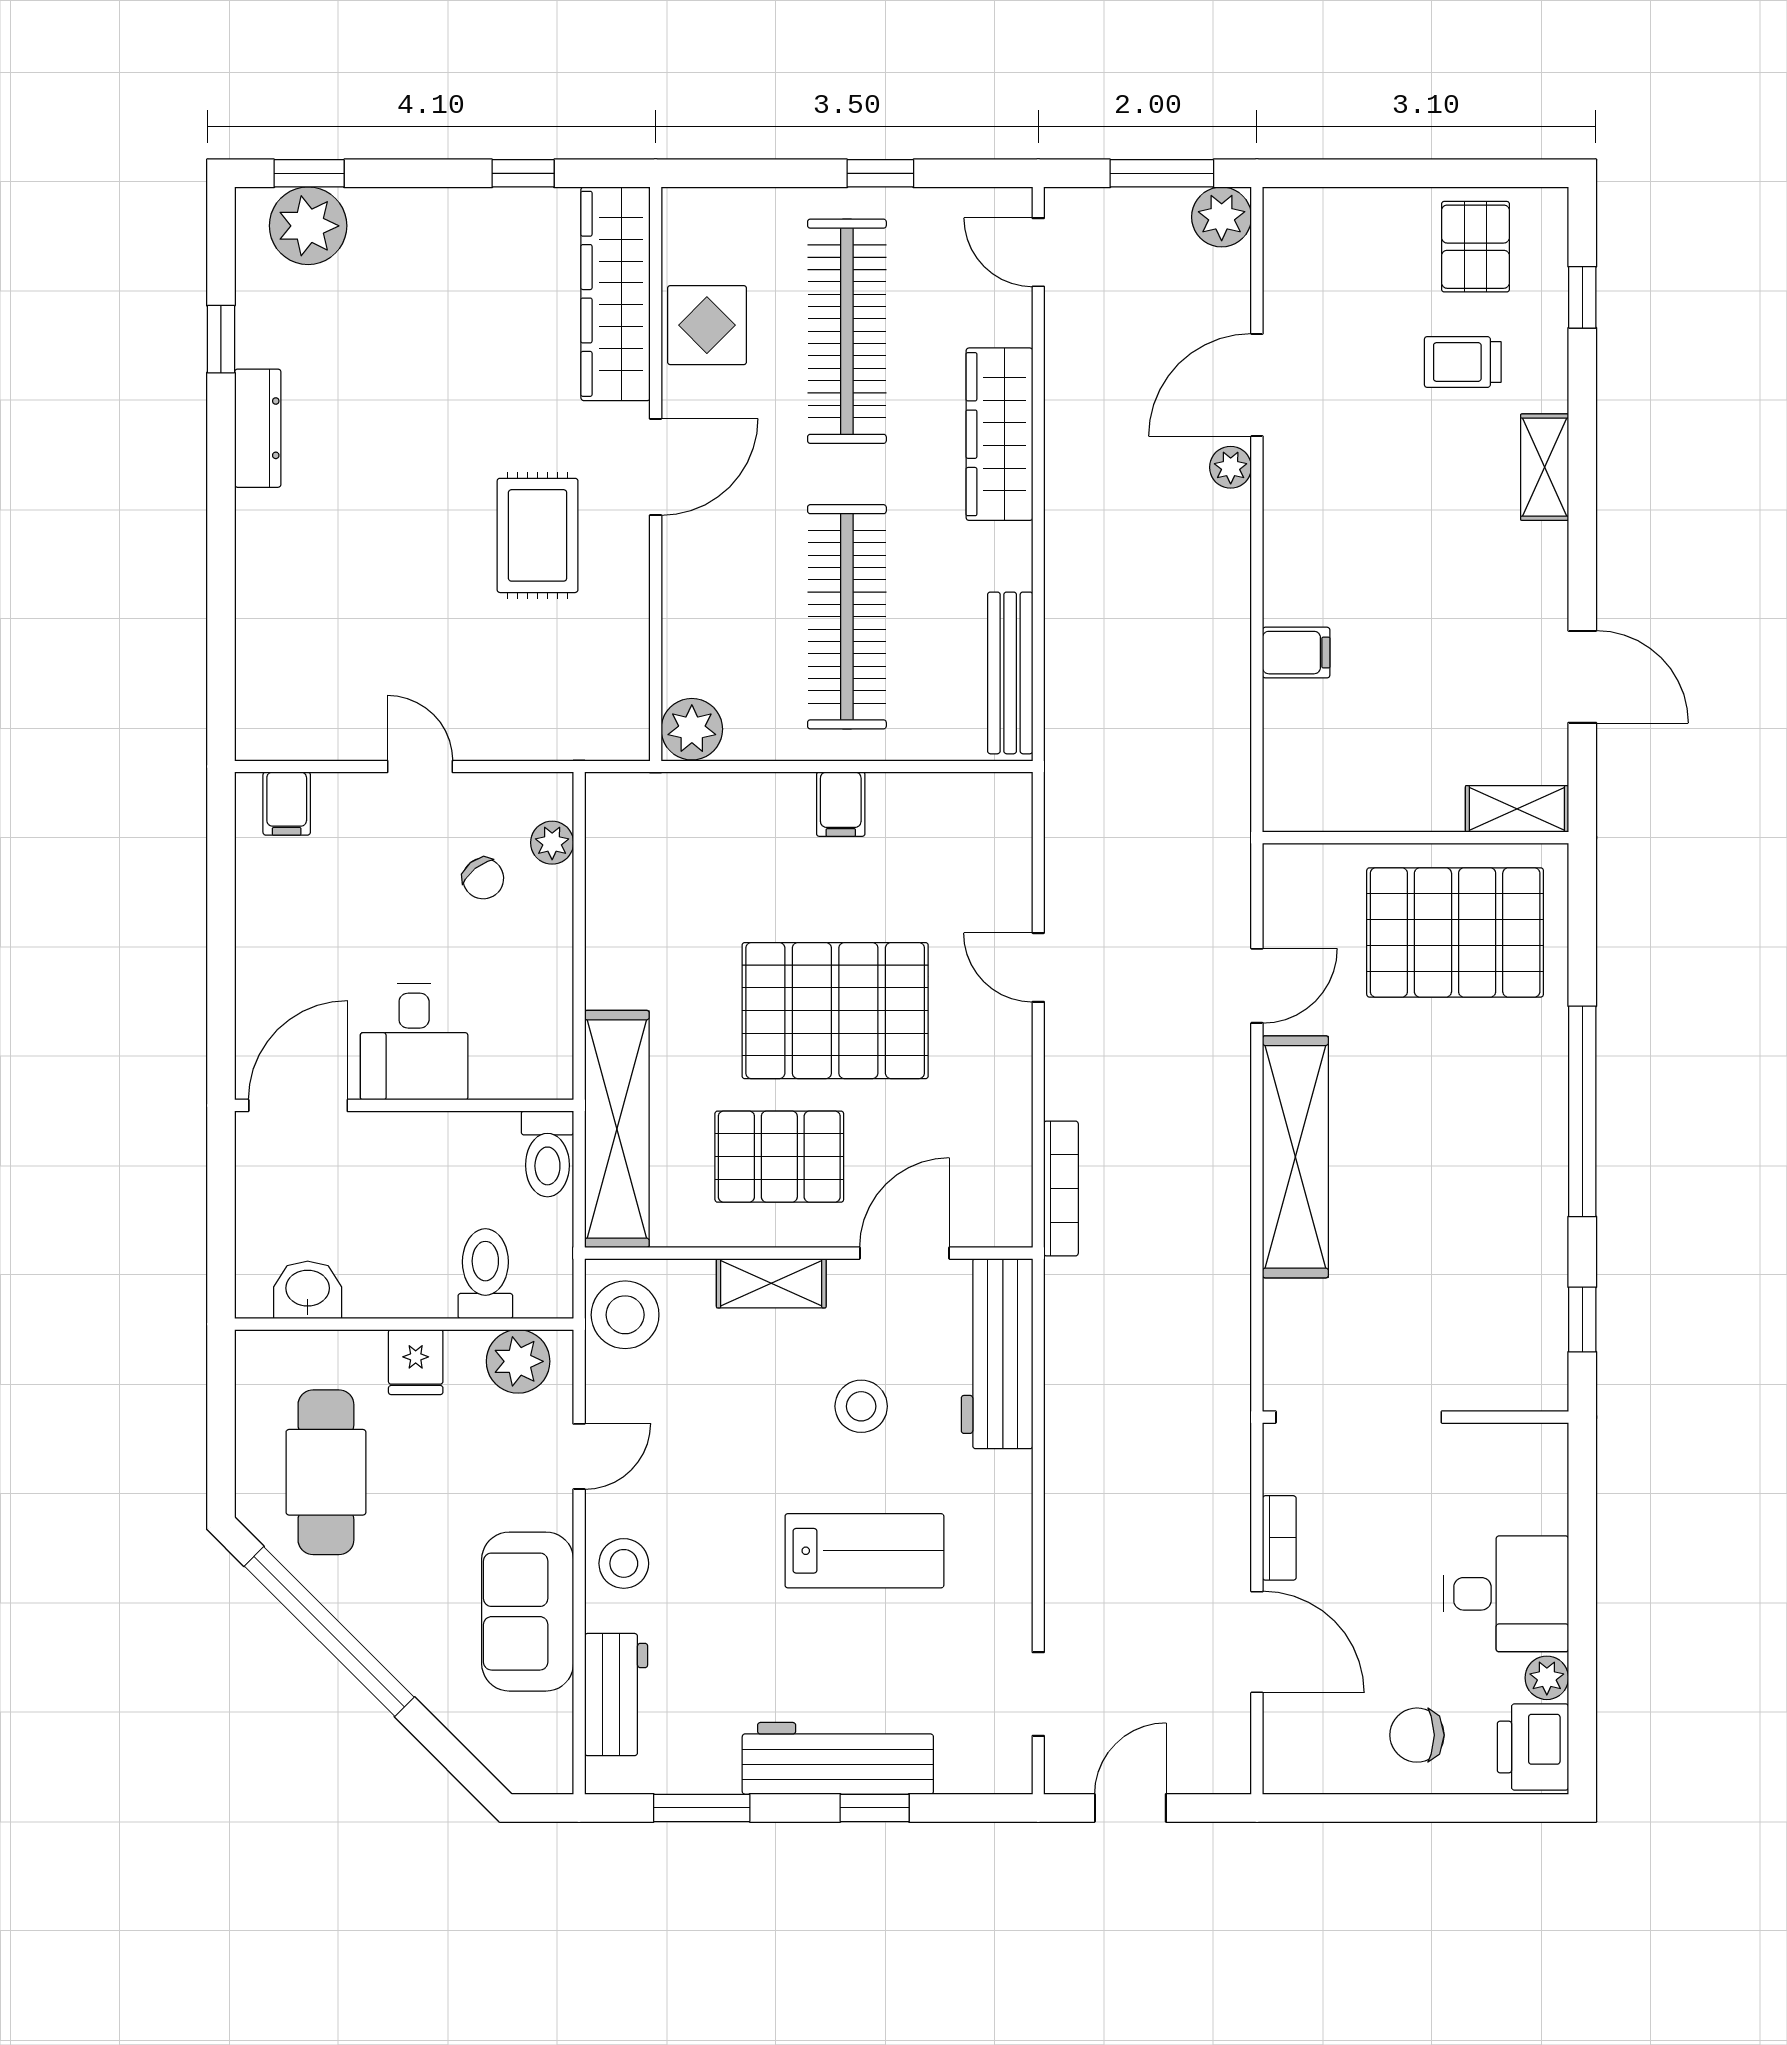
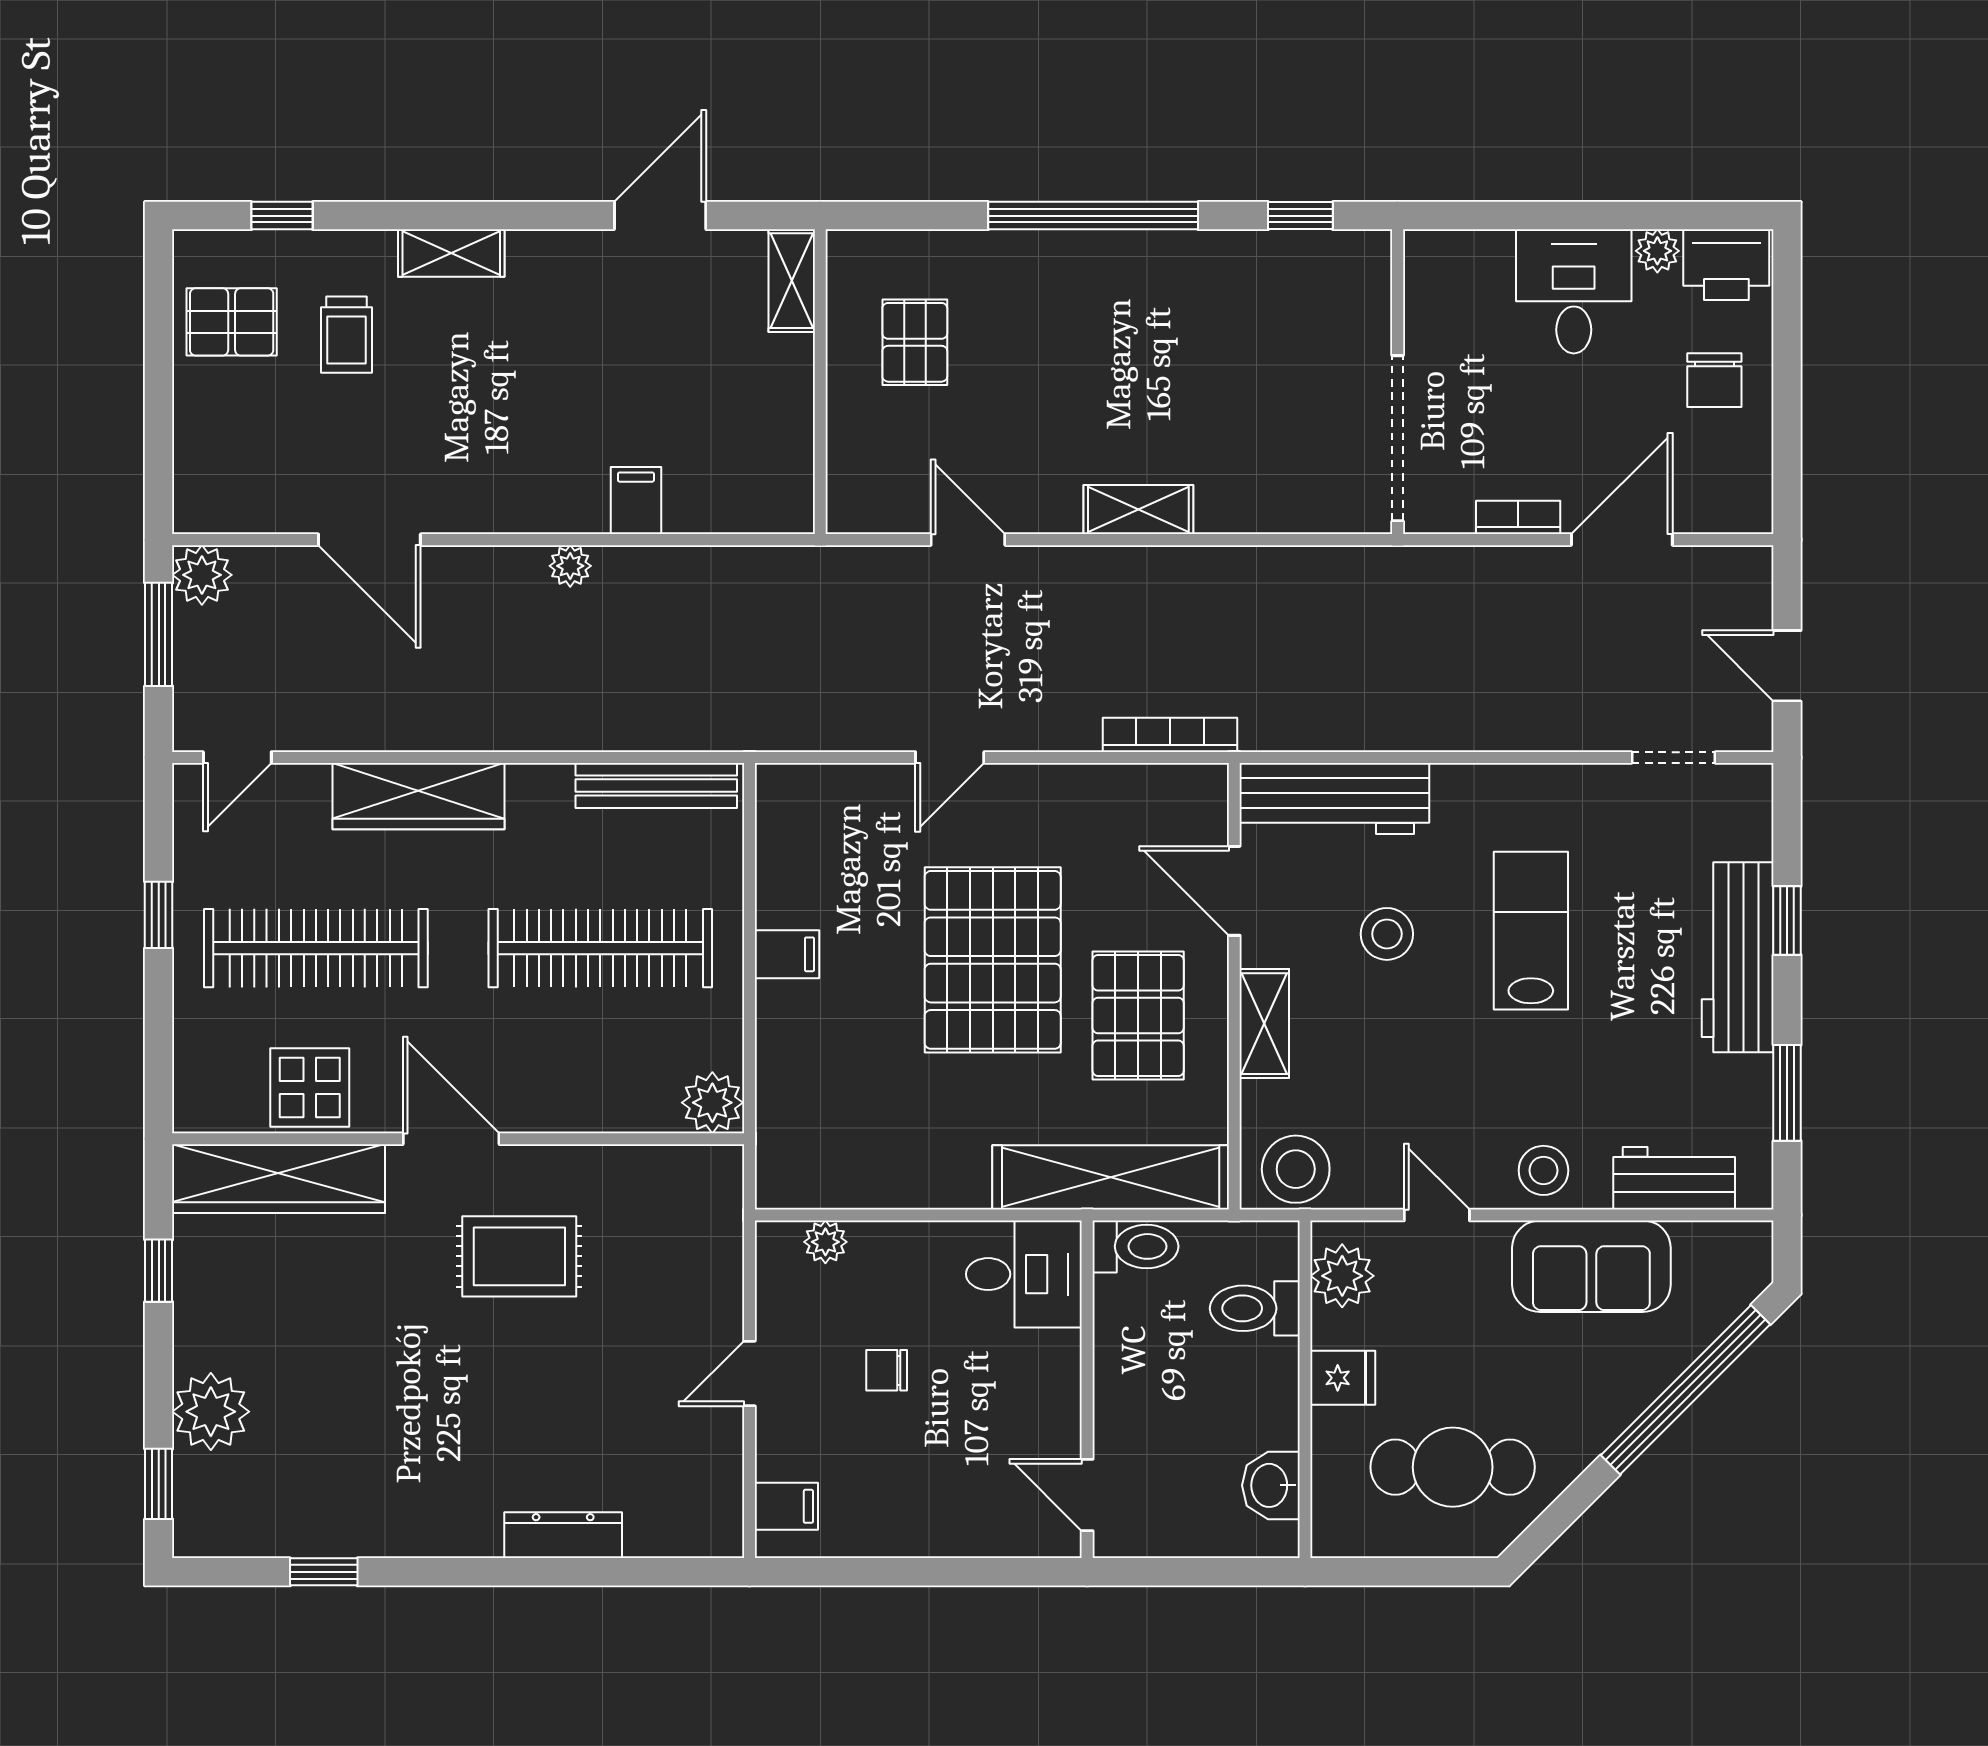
plant: (308, 226) -> (211, 1412), moved
dresser: (258, 428) -> (563, 1535), moved
plant: (1231, 467) -> (570, 566), moved
chair: (483, 878) -> (887, 1370), moved, turned -141
pallet: (1455, 932) -> (915, 342), width x0.49, depth x0.50
desk: (414, 1042) -> (1024, 1274), moved
door: (298, 1105) -> (1087, 1495), width x0.73
shelving: (1295, 1157) -> (1138, 510), width x0.45, depth x0.75
window: (329, 1632) -> (1685, 1390), moved

